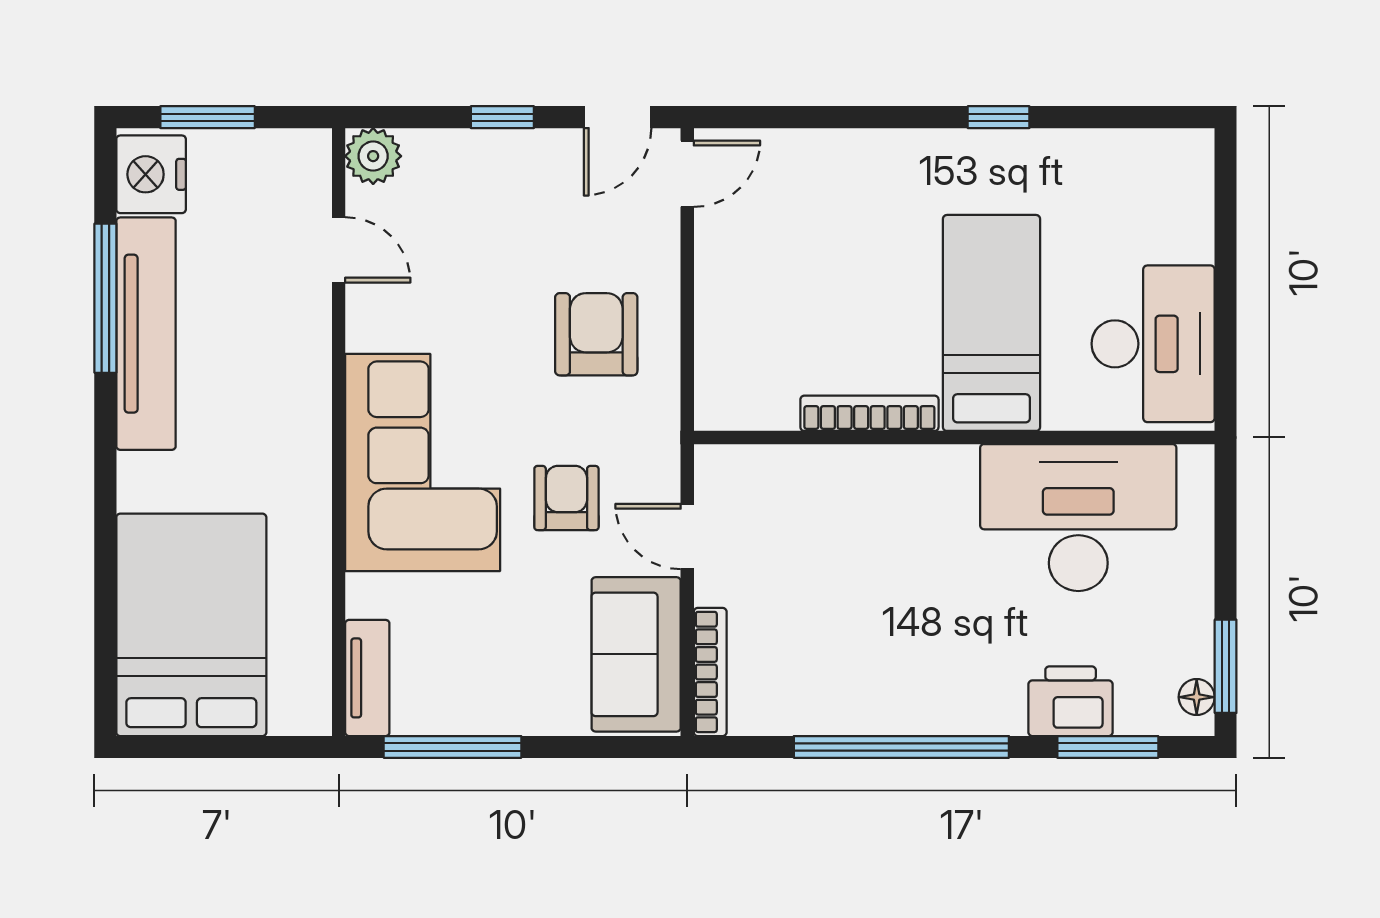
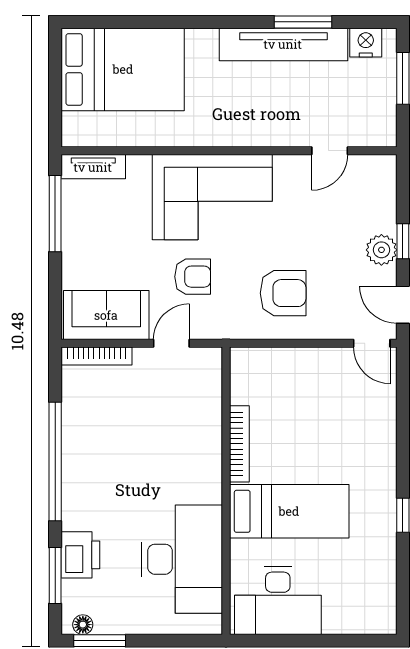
plant: (373, 156) -> (381, 250), moved
nightstand: (151, 174) -> (366, 43), width x0.74, depth x0.75
window: (105, 298) -> (303, 22), width x0.69

